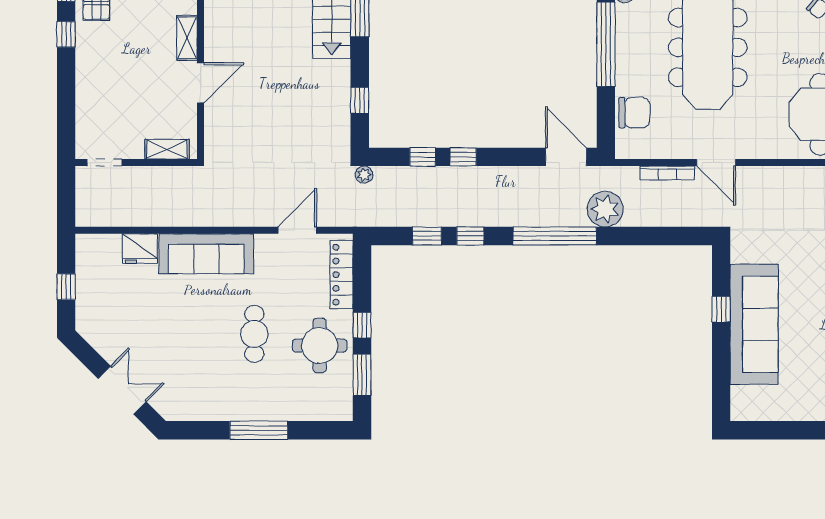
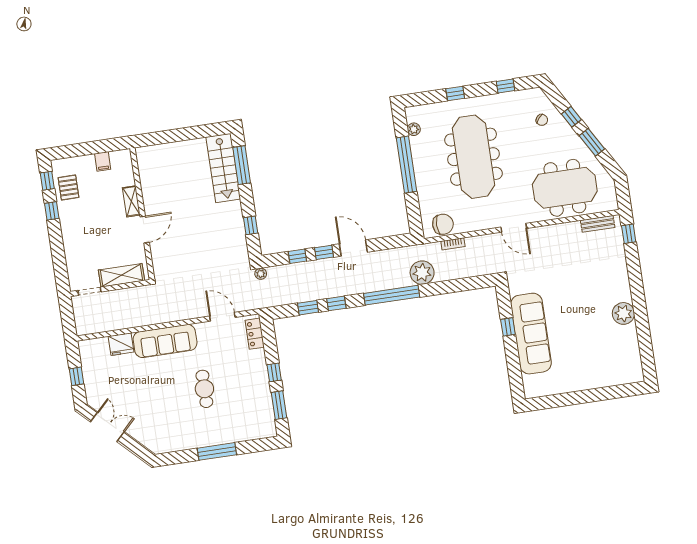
chair: (634, 113) -> (443, 224), moved
shelving: (167, 149) -> (122, 275), width x1.50, depth x1.33
door: (566, 157) -> (353, 248), moved
door: (716, 163) -> (514, 228), moved
bookcase: (667, 173) -> (453, 244), width x0.64
door: (297, 230) -> (222, 317), hinge flipped
locker: (342, 275) -> (255, 334), width x0.66
round table: (320, 345) -> (248, 390), removed
double door: (122, 390) -> (107, 427), moved

